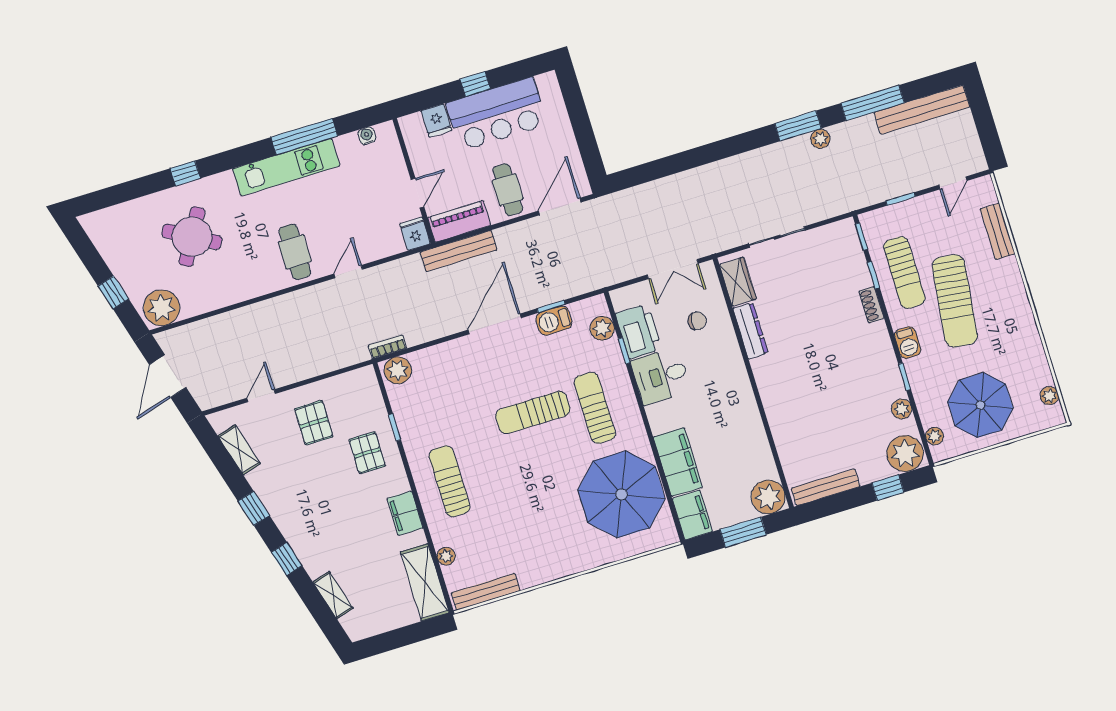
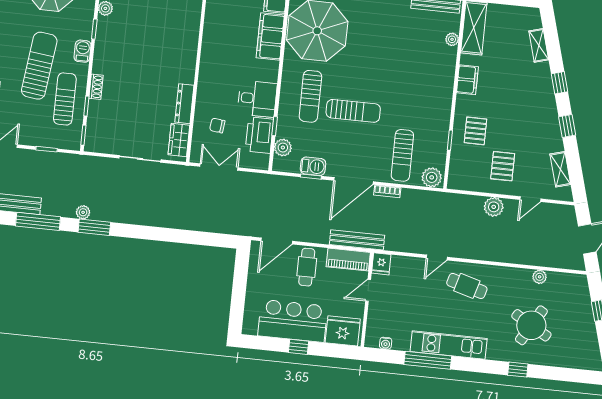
fridge: (436, 121) -> (343, 331), width x1.88, depth x1.34
cafe table: (295, 252) -> (467, 286), turned -74
plant: (162, 308) -> (540, 277), moved, width x0.53, depth x0.53
bookcase: (387, 347) -> (387, 191), moved
plant: (303, 366) -> (494, 207), added
sun lounger: (450, 481) -> (402, 155), moved

